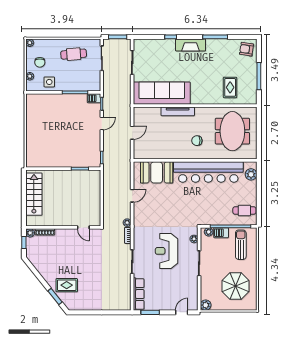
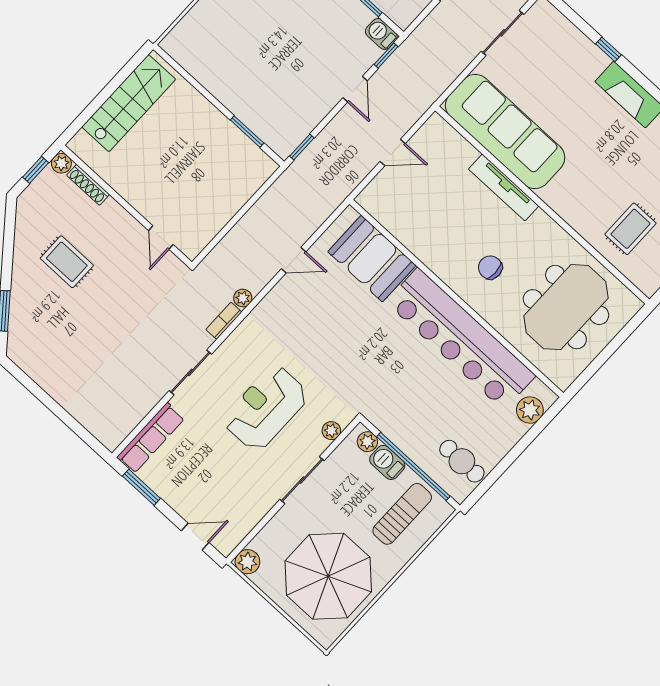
door: (102, 124) -> (355, 89), hinge flipped
rug: (67, 285) -> (67, 262), moved
parasol: (236, 286) -> (328, 576), width x1.36, depth x1.36

